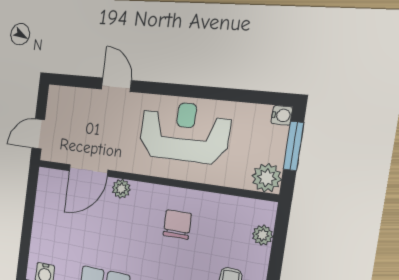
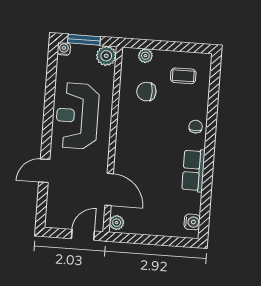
door: (38, 134) -> (83, 235), swing flipped
plant: (121, 189) -> (117, 223), moved
chair: (177, 224) -> (146, 92), moved

